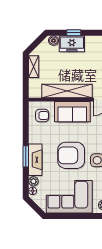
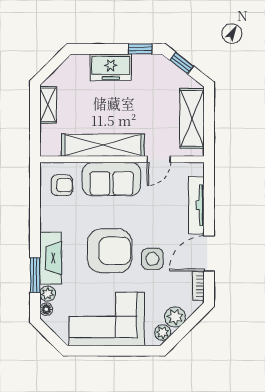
window: (74, 33) -> (140, 49), moved
boiler: (54, 41) -> (81, 62), removed
armchair: (71, 155) -> (110, 251), turned 180
window: (26, 156) -> (35, 275), moved

